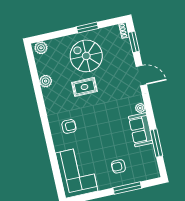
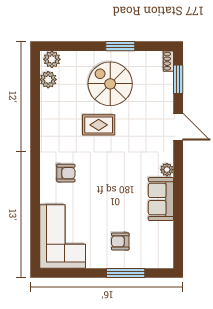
plant: (46, 81) -> (48, 80), moved
window: (156, 143) -> (178, 221), removed

